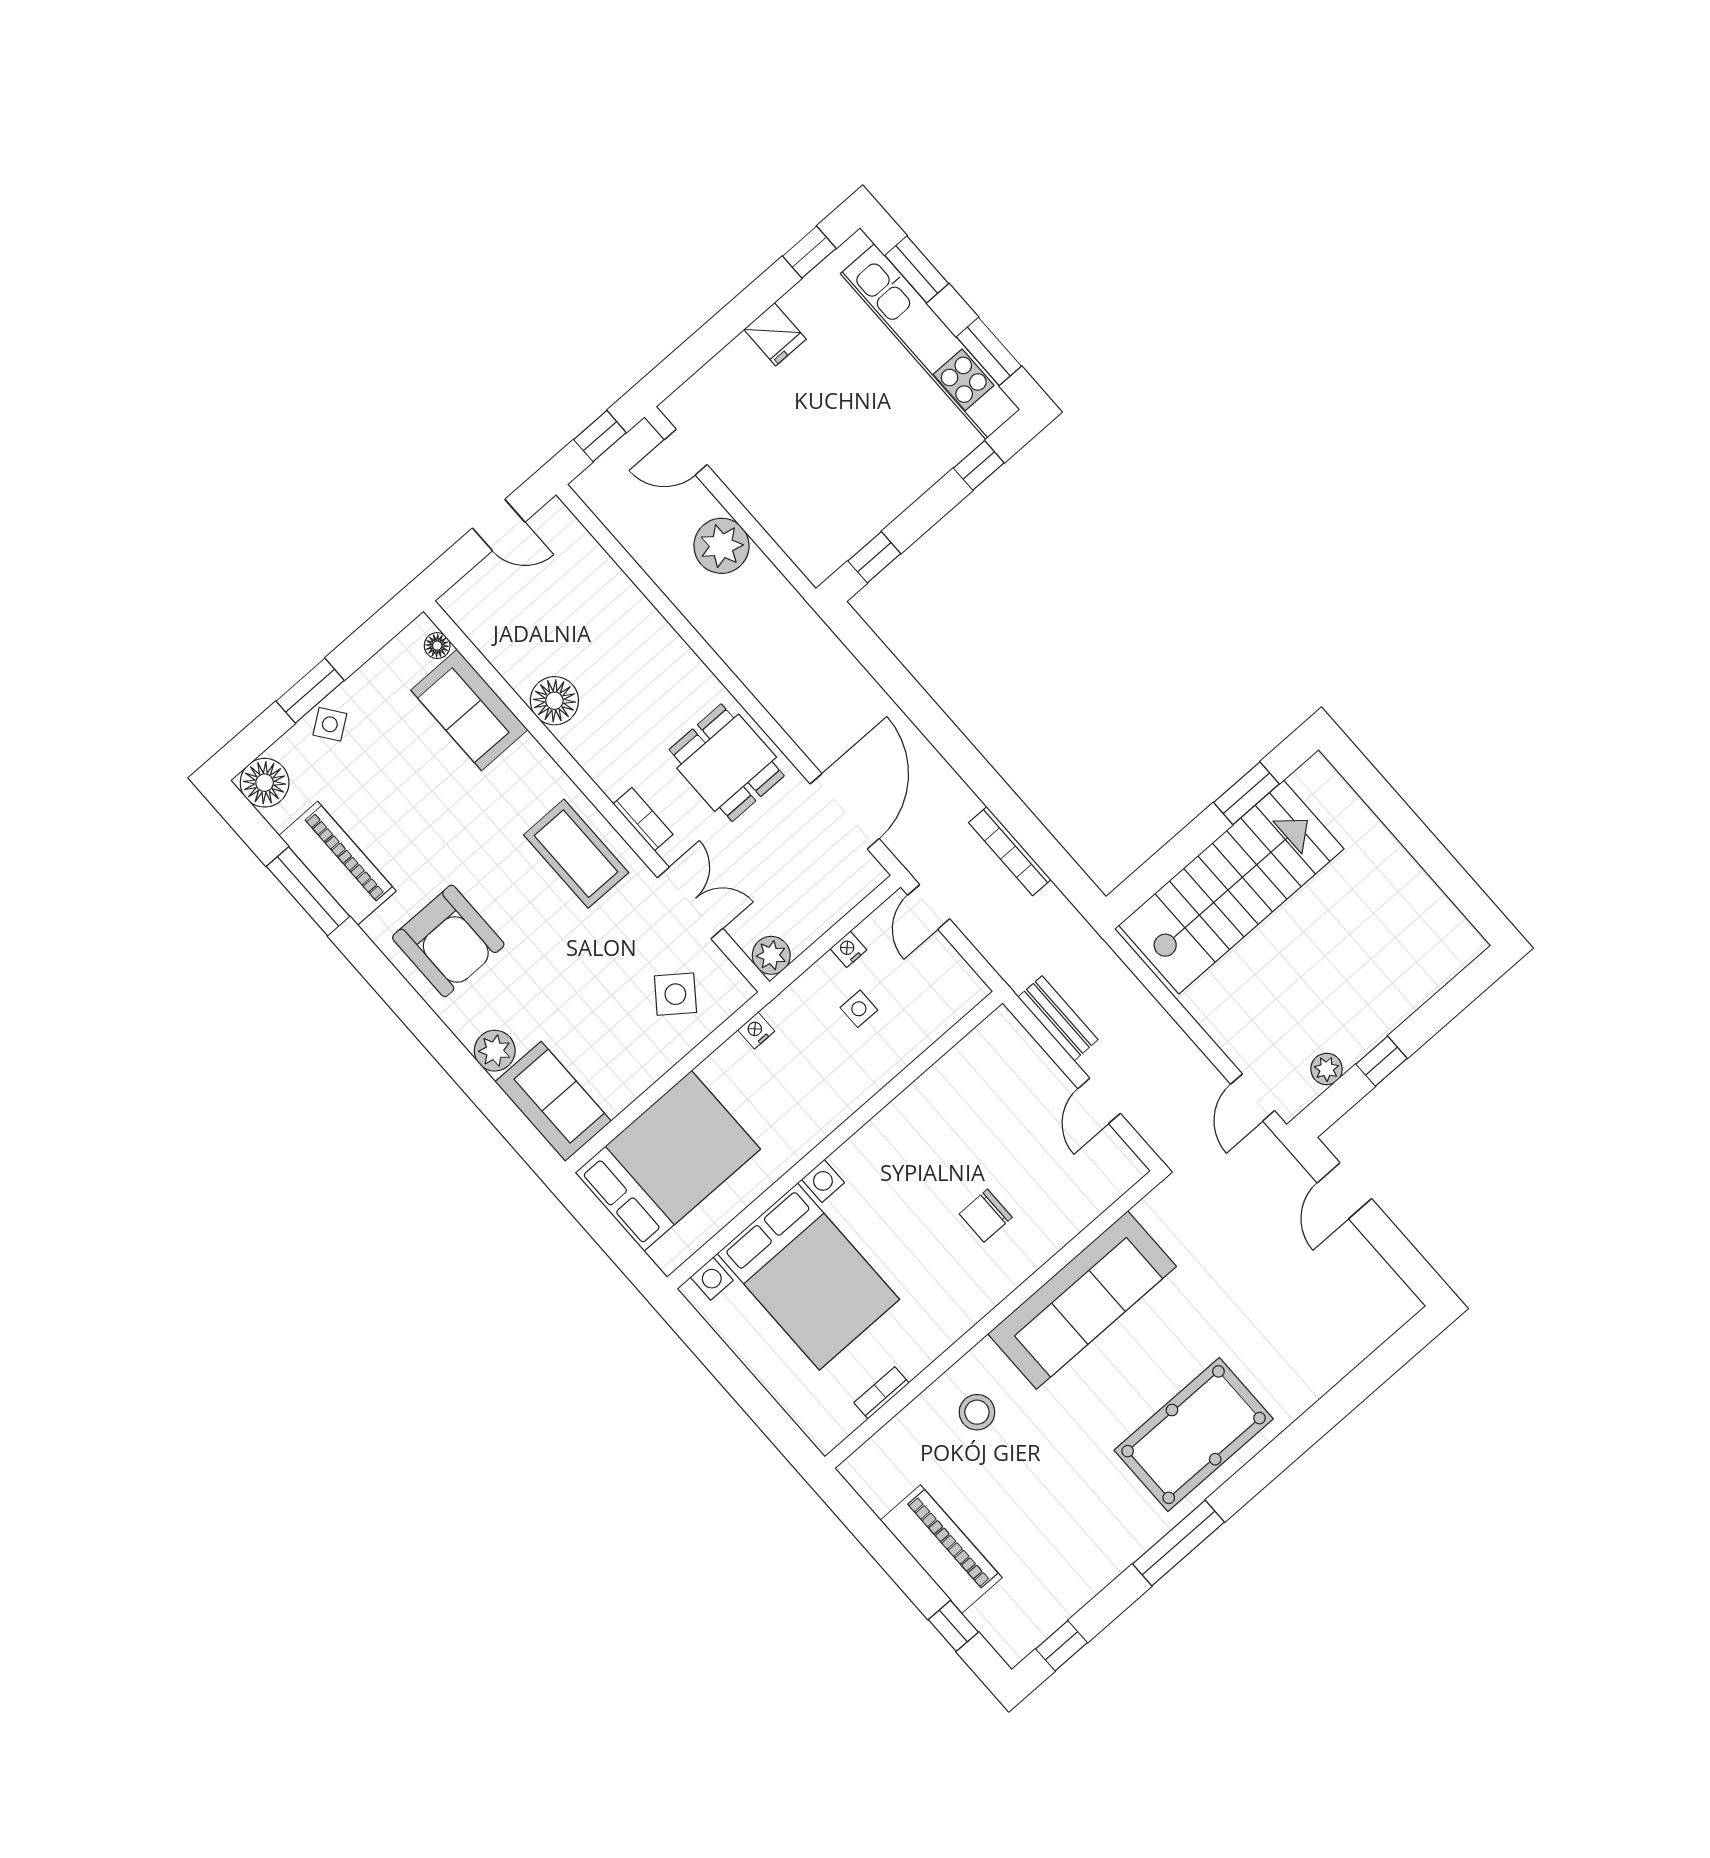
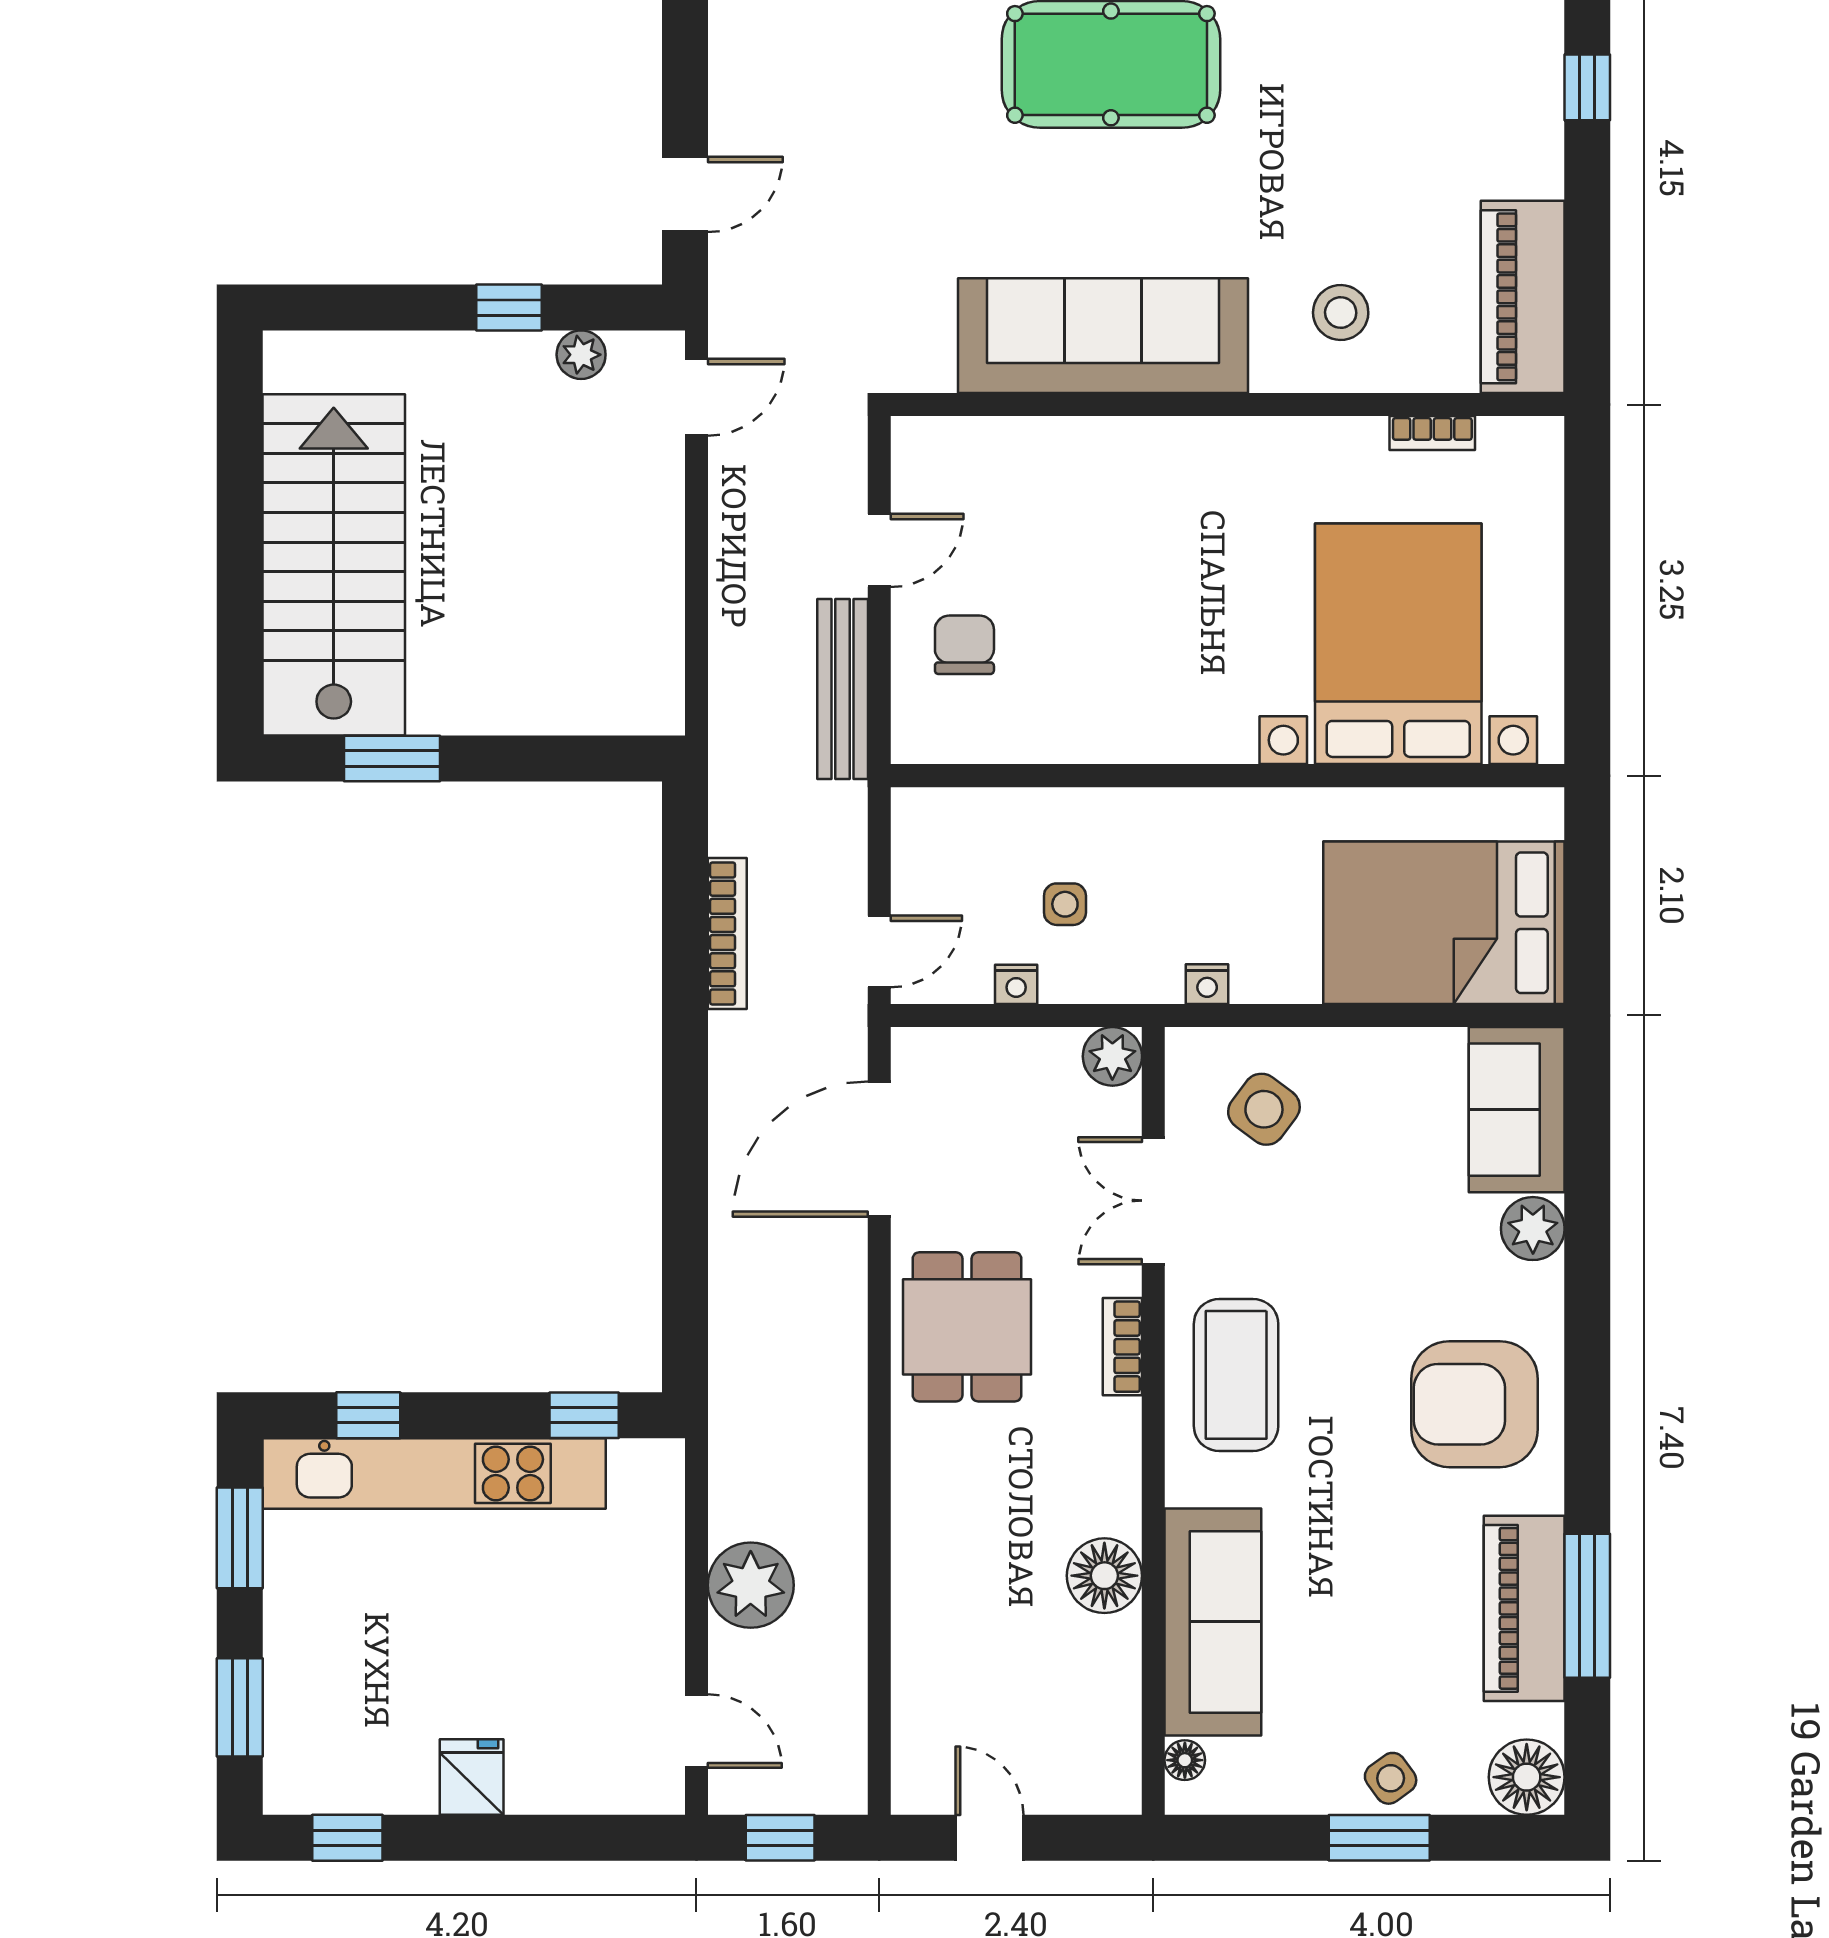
kitchen unit: (930, 342) -> (434, 1473), moved, turned 90
sofa: (469, 710) -> (1213, 1622), width x1.36
stairs: (1231, 887) -> (334, 565), moved, turned 90
armchair: (448, 941) -> (1474, 1404), turned -90
bench: (1058, 1018) -> (843, 689), width x1.36
chair: (986, 1216) -> (964, 645), moved, turned -90
piano: (941, 1549) -> (1523, 297), moved

